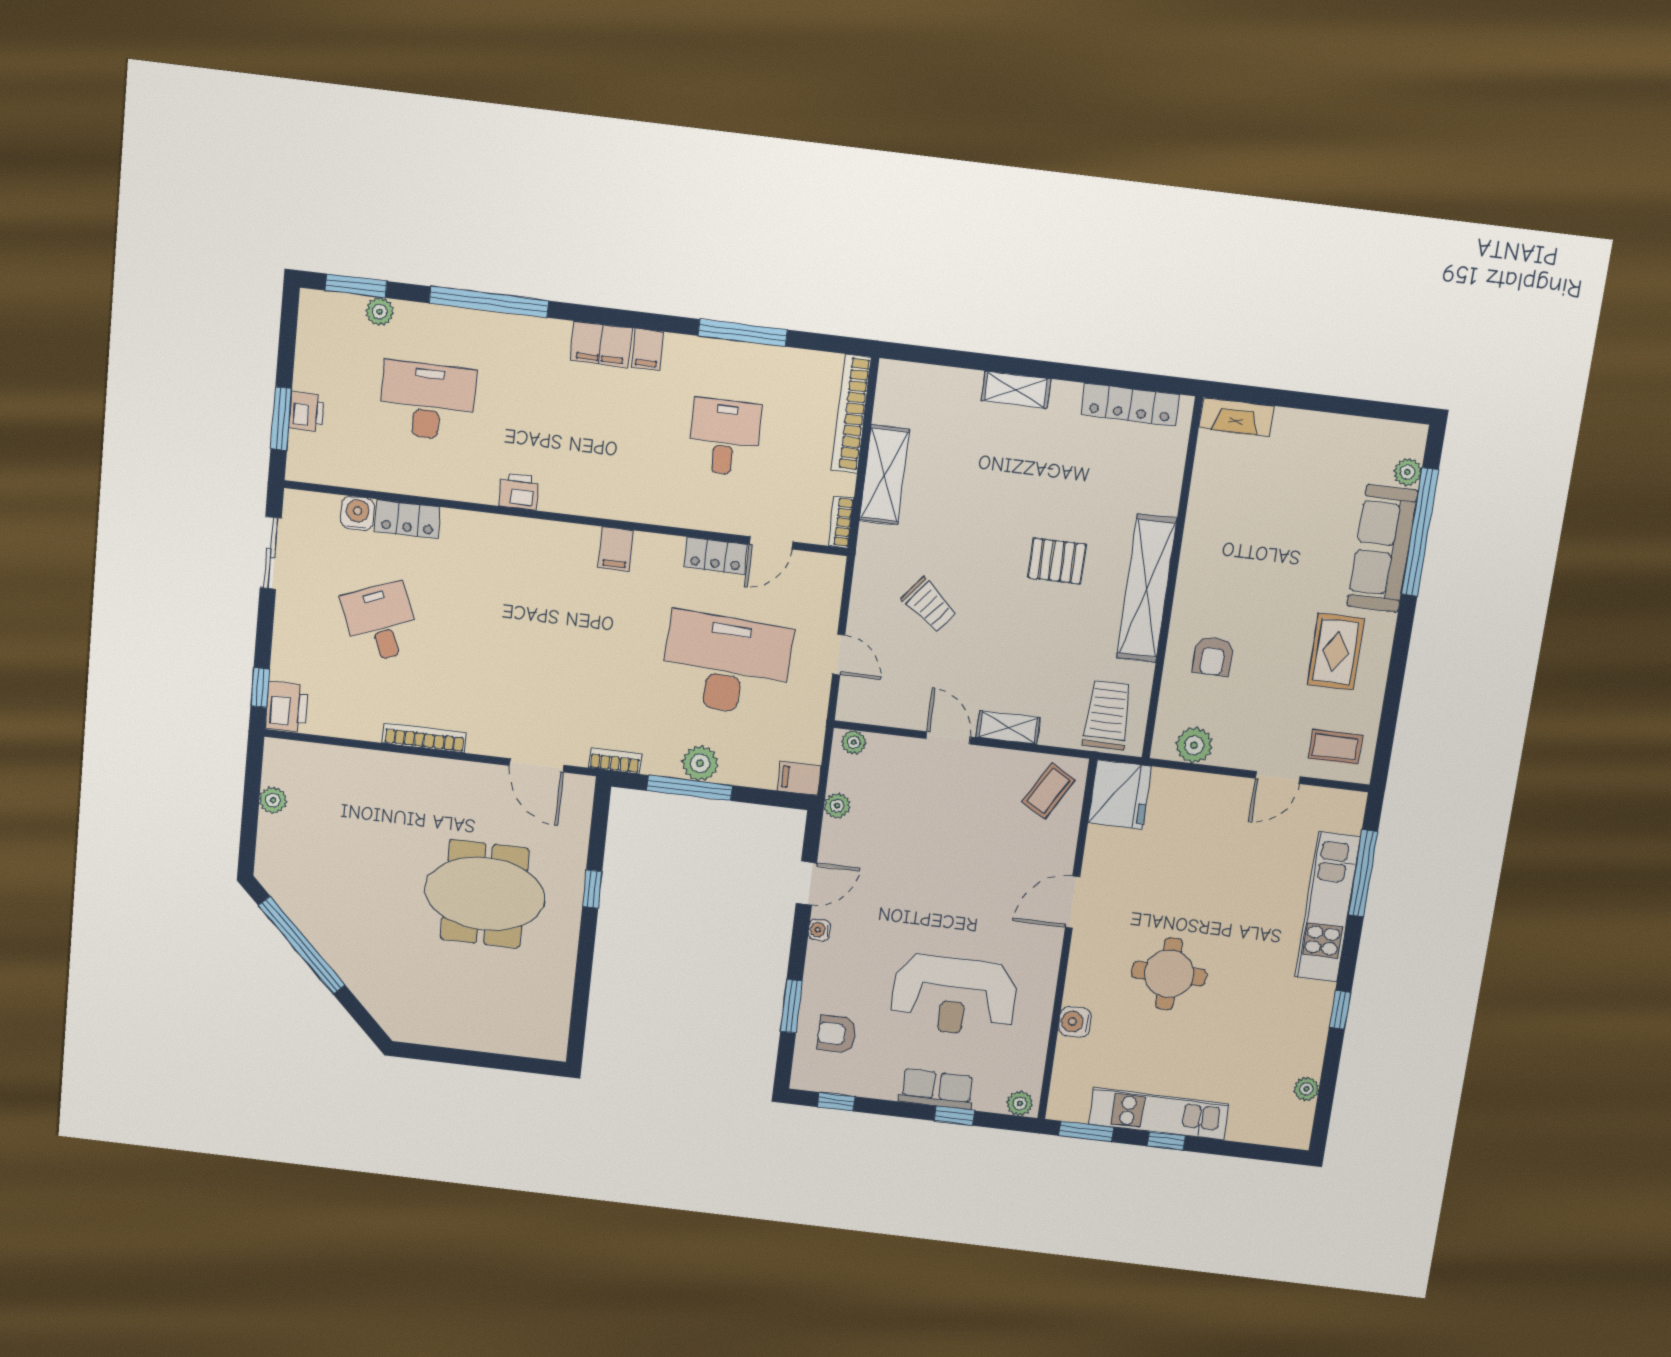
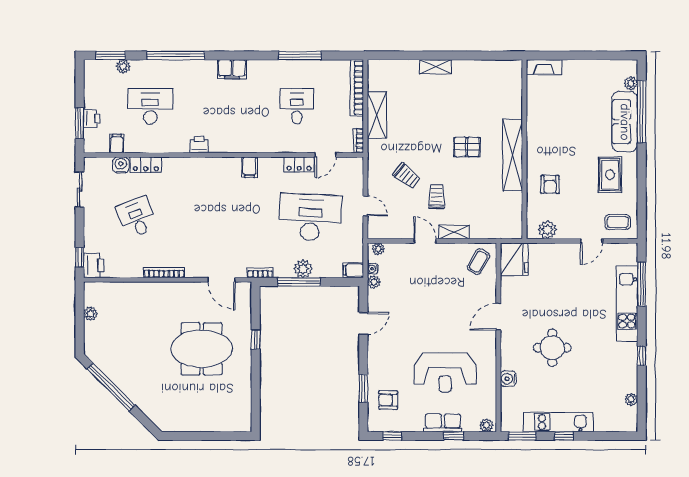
filing cabinet: (647, 349) -> (117, 144), moved, turned 180
locker: (1130, 405) -> (492, 67), removed
trolley: (1107, 715) -> (436, 197), moved, width x0.73, depth x0.72
water cooler: (819, 930) -> (373, 269), moved

